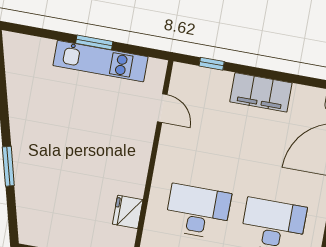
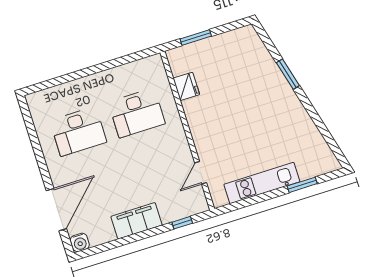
window: (94, 42) -> (302, 185), moved
door: (162, 108) -> (201, 173), hinge flipped

